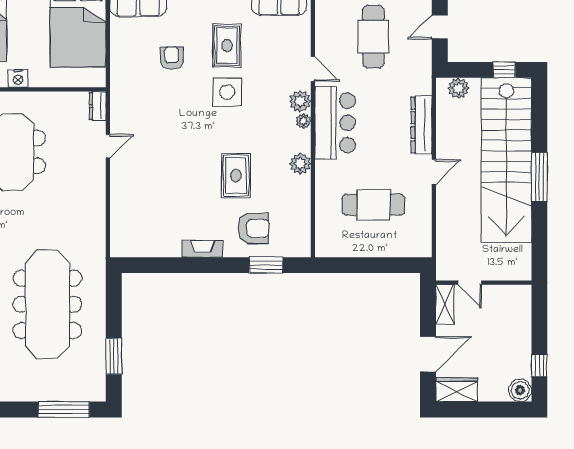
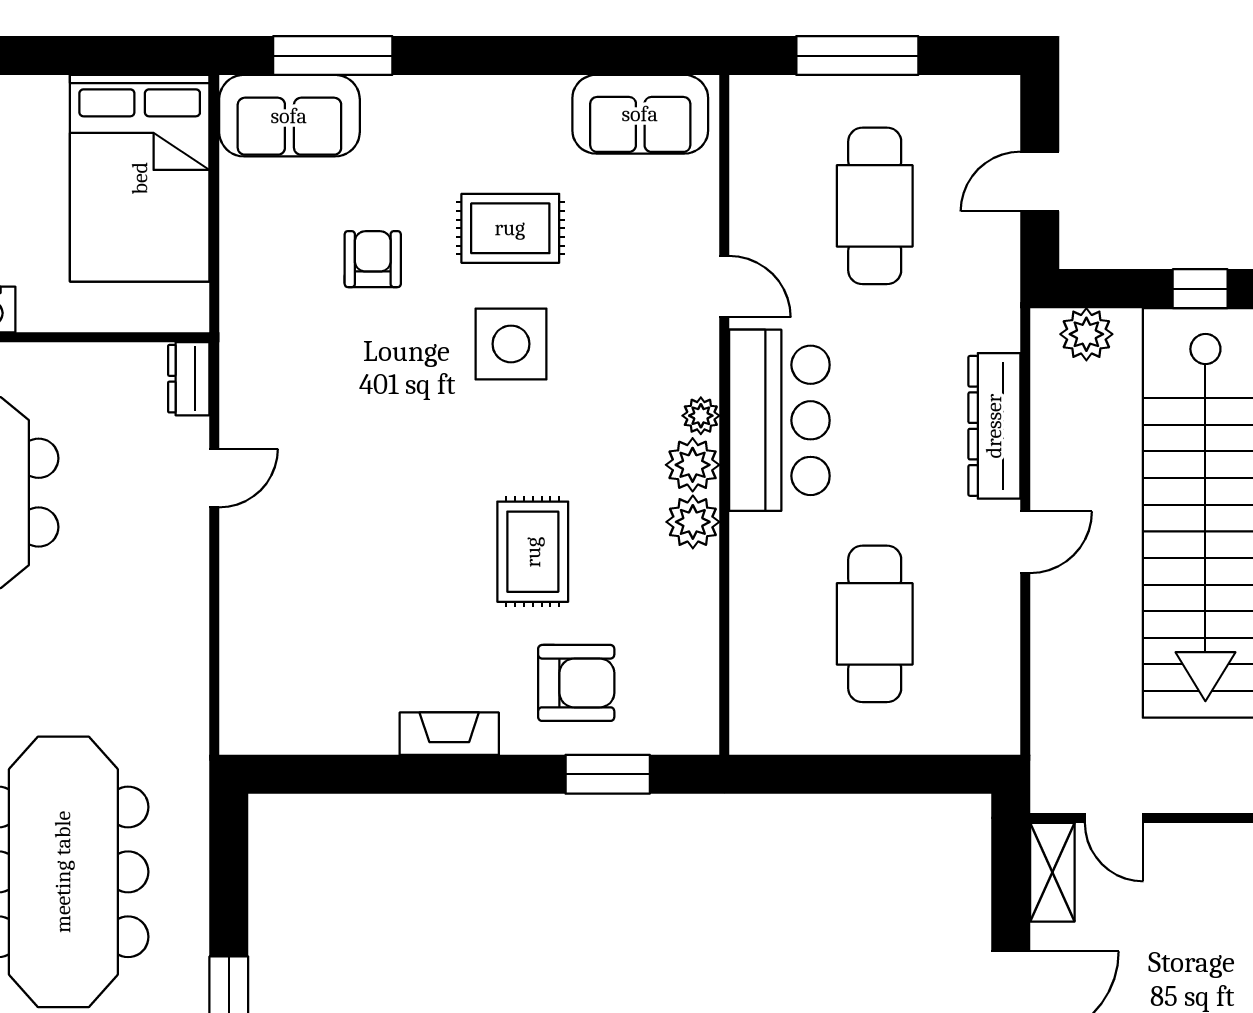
rug: (227, 46) -> (510, 228), turned 90
plant: (300, 101) -> (693, 465), moved
cafe table: (373, 205) -> (875, 624), turned 90

